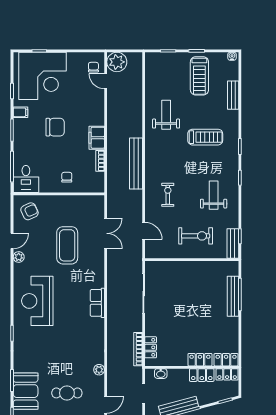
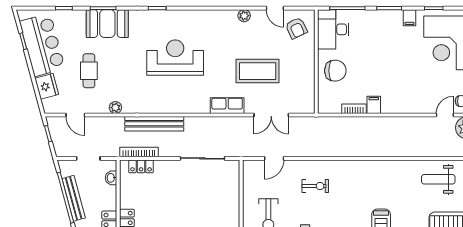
weight bench: (166, 115) -> (438, 179), moved, turned 180
chair: (55, 127) -> (392, 57), removed
filing cabinet: (97, 138) -> (374, 105), width x0.50
bench: (136, 163) -> (154, 124), moved
chair: (67, 177) -> (335, 71), width x1.87, depth x1.87
desk: (26, 179) -> (333, 29), width x1.37
door: (12, 241) -> (275, 8), moved
reception desk: (37, 301) -> (175, 58), moved
row of seats: (97, 303) -> (227, 106), moved
booth: (26, 391) -> (107, 24), moved

